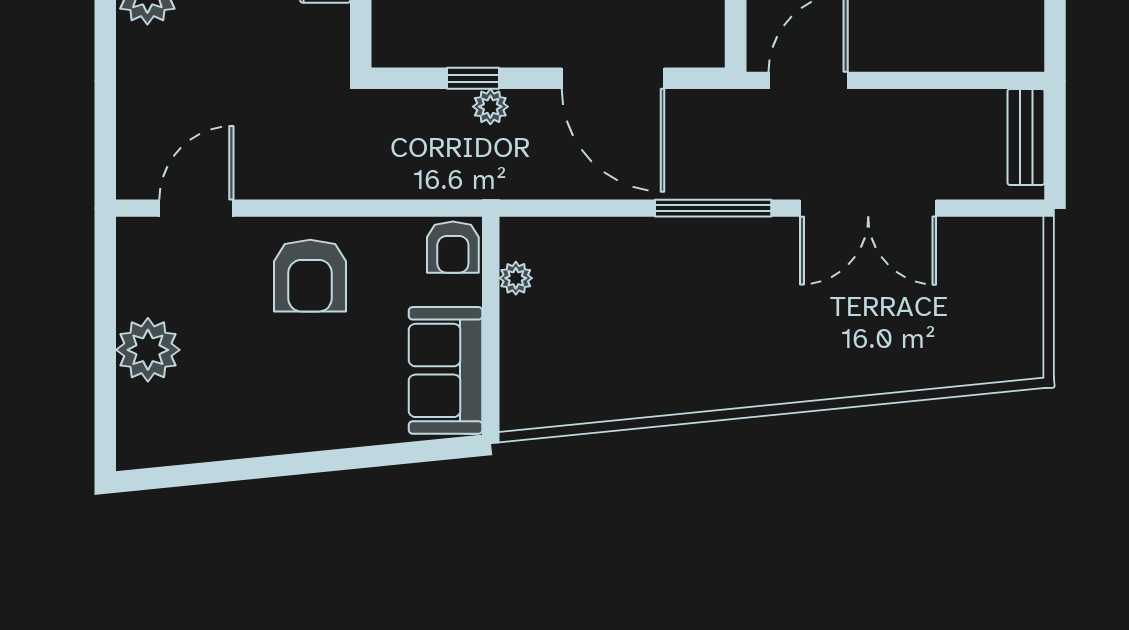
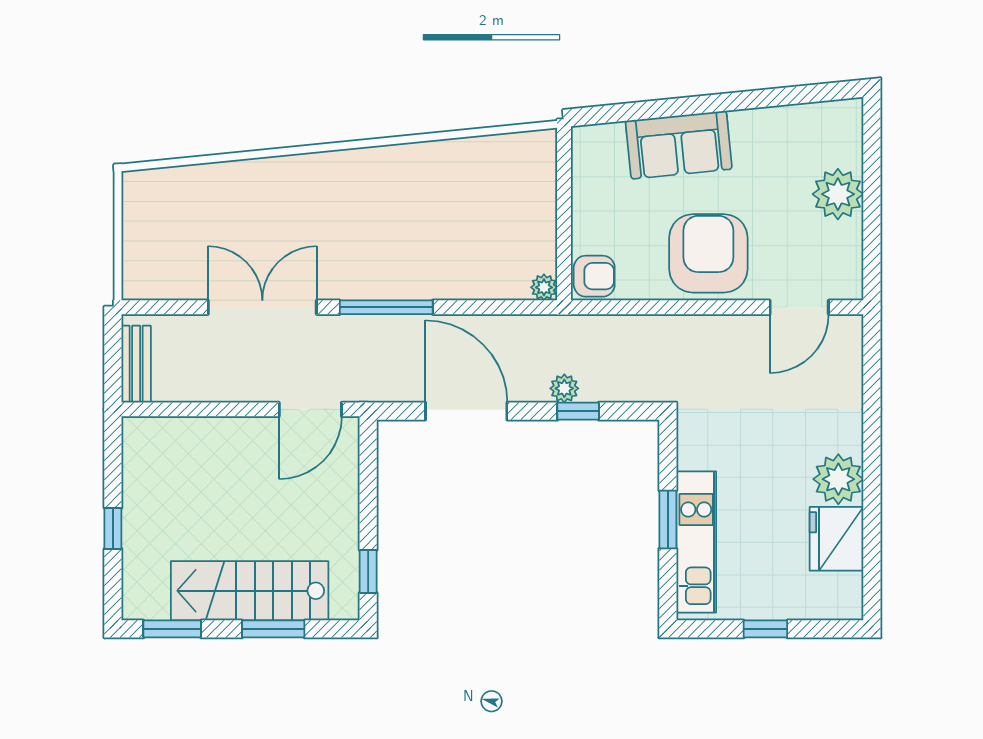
armchair: (453, 247) -> (594, 276), turned 90
armchair: (310, 276) -> (708, 253), width x1.36, depth x1.36
plant: (516, 278) -> (544, 287), moved
sofa: (446, 370) -> (679, 145), moved, turned 84

